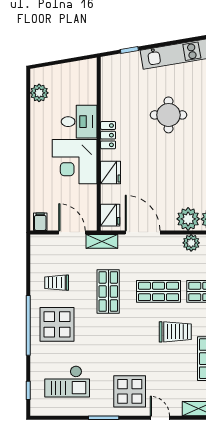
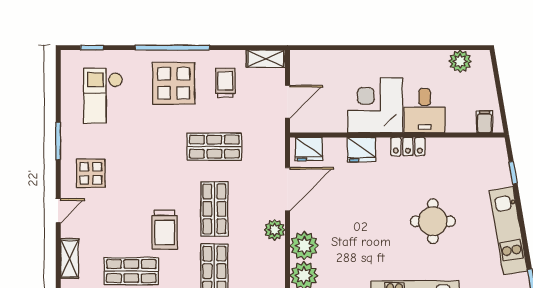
filing cabinet: (40, 222) -> (485, 122), moved, turned -90
shelving: (102, 241) -> (266, 59), moved, turned 90
plant: (191, 243) -> (275, 230), moved
display table: (130, 391) -> (91, 173), width x0.73, depth x0.73

